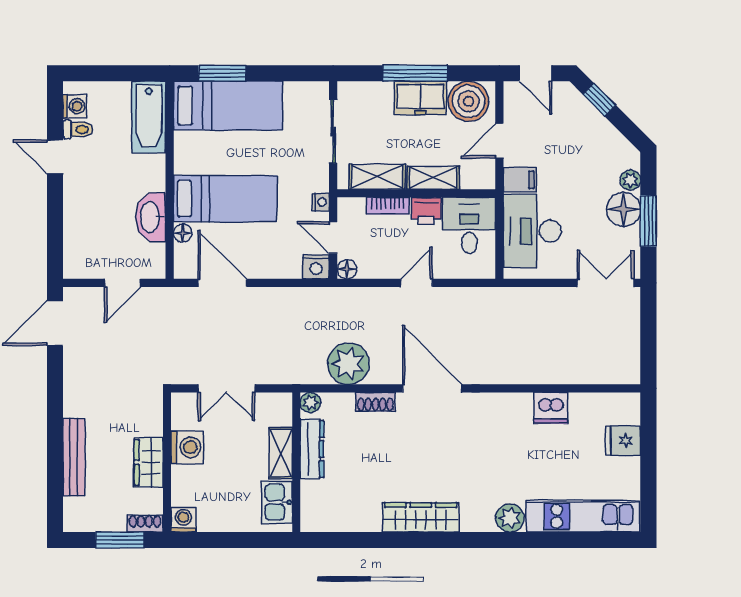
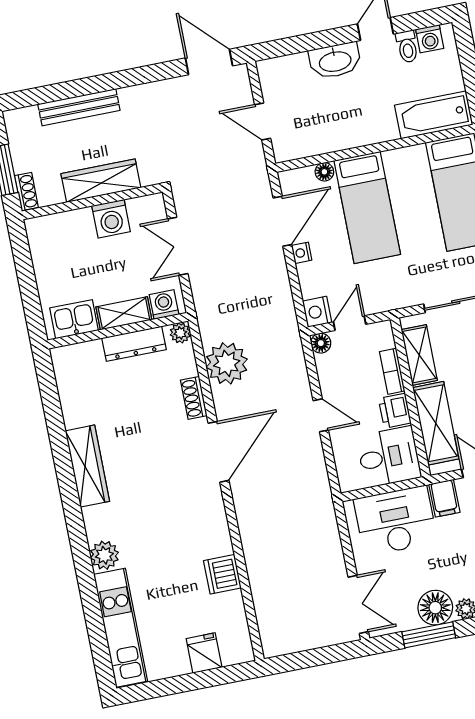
shelving: (433, 178) -> (436, 423), width x1.50, depth x1.33
nightstand: (321, 202) -> (302, 253), moved, turned 90
washbasin: (151, 217) -> (335, 61), moved, turned 180
wardrobe: (149, 462) -> (101, 181), width x1.50
washing machine: (183, 520) -> (164, 305), moved, turned -90

